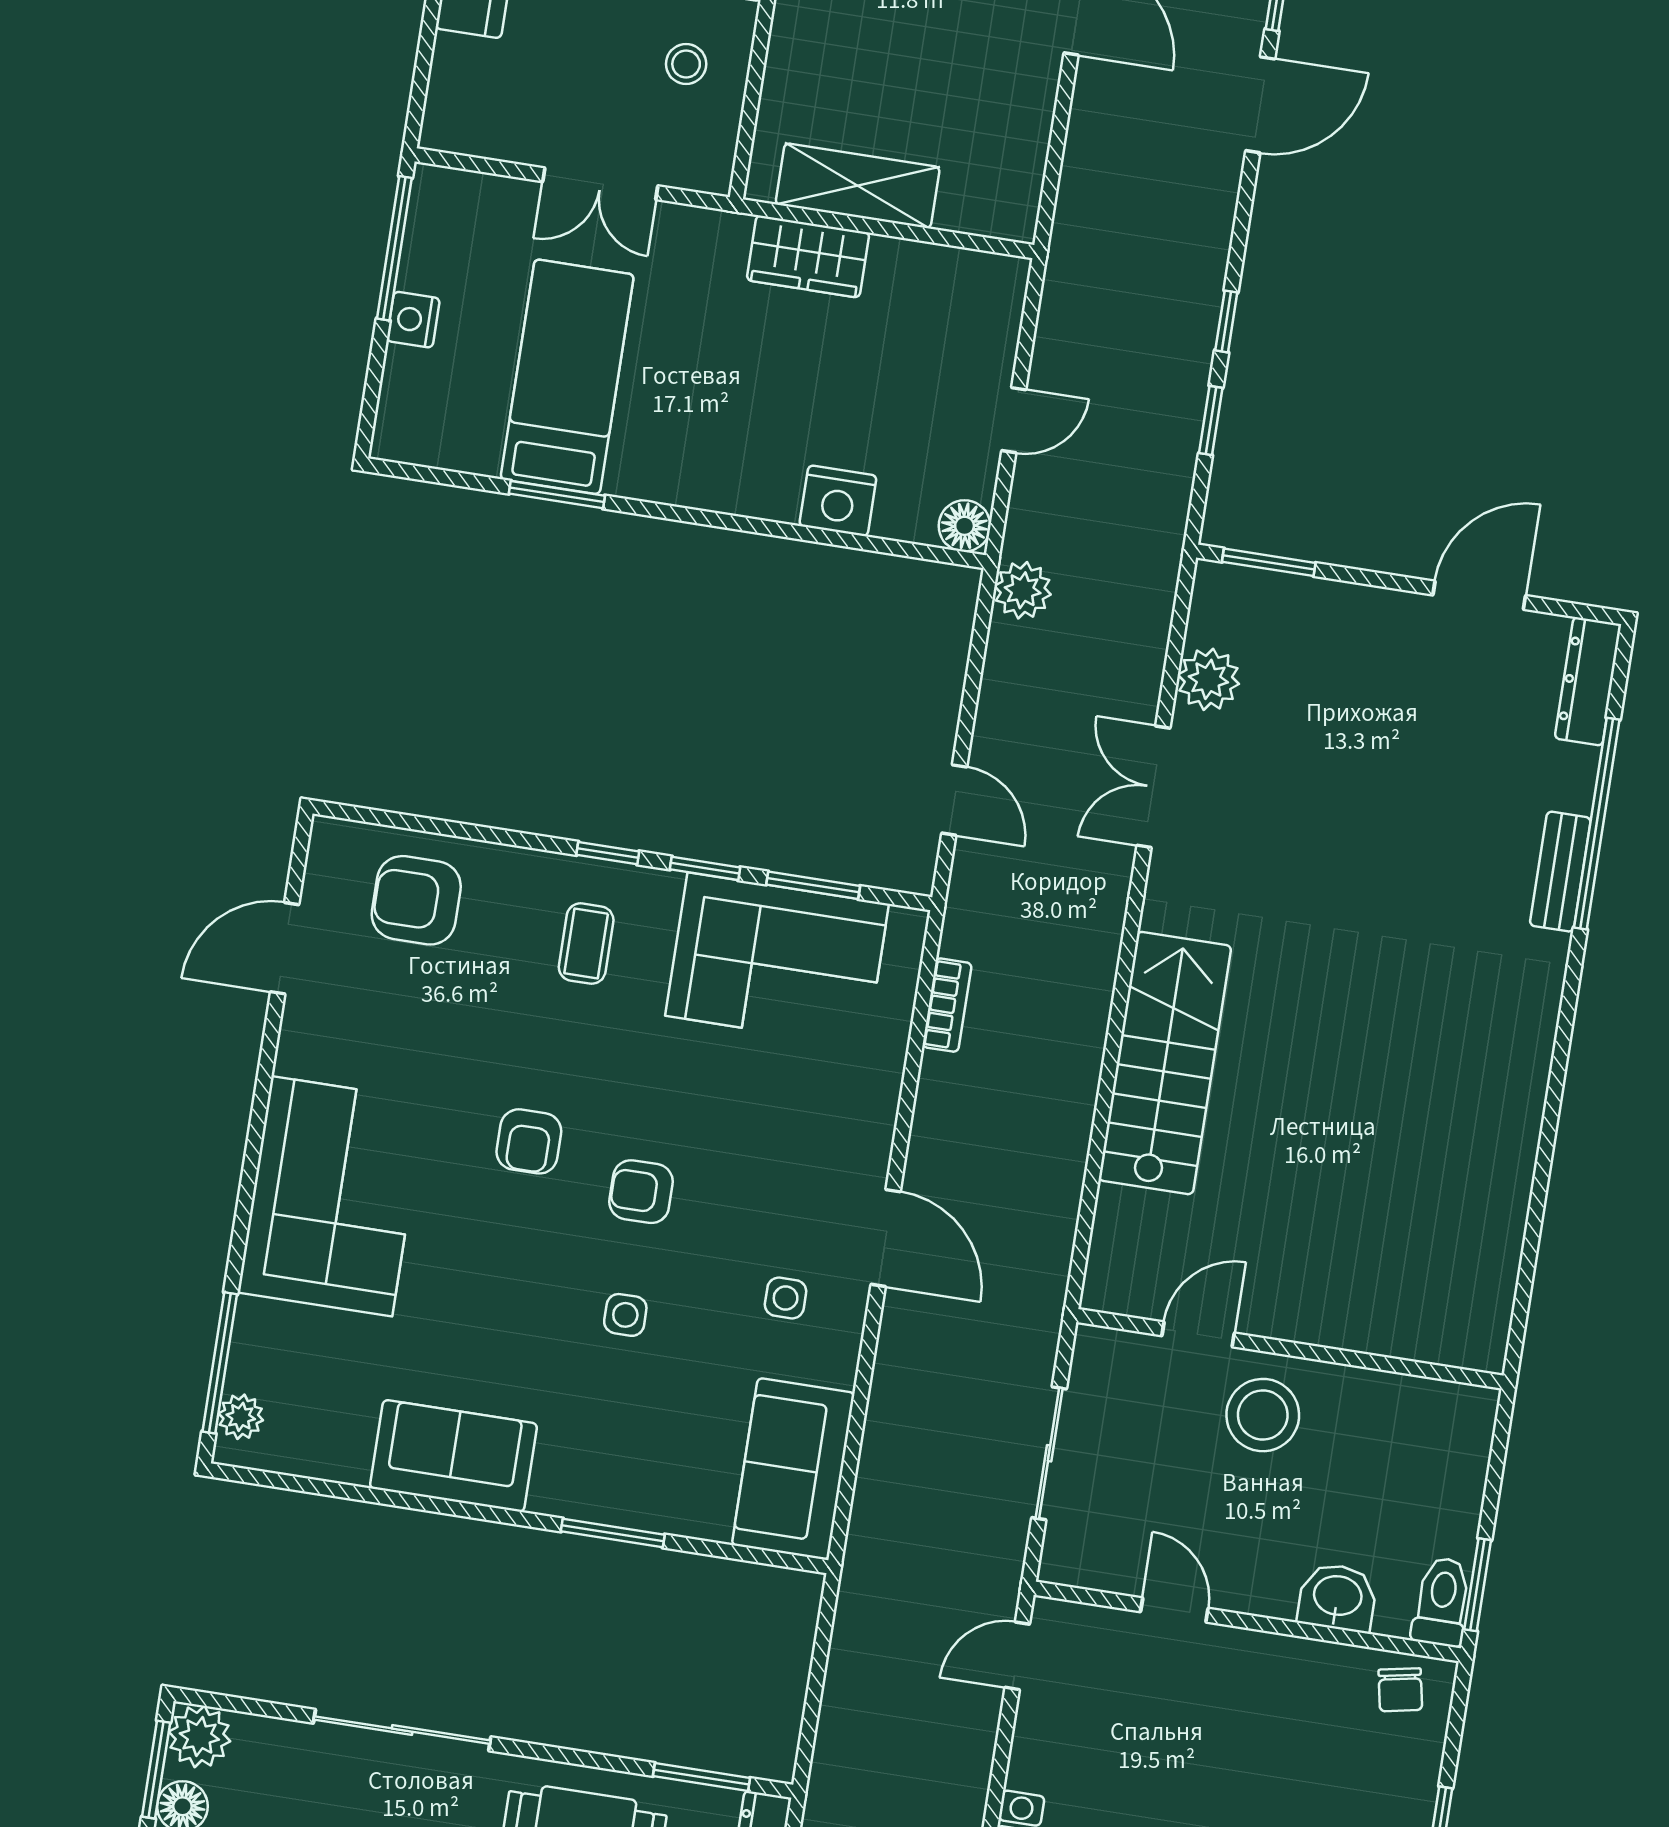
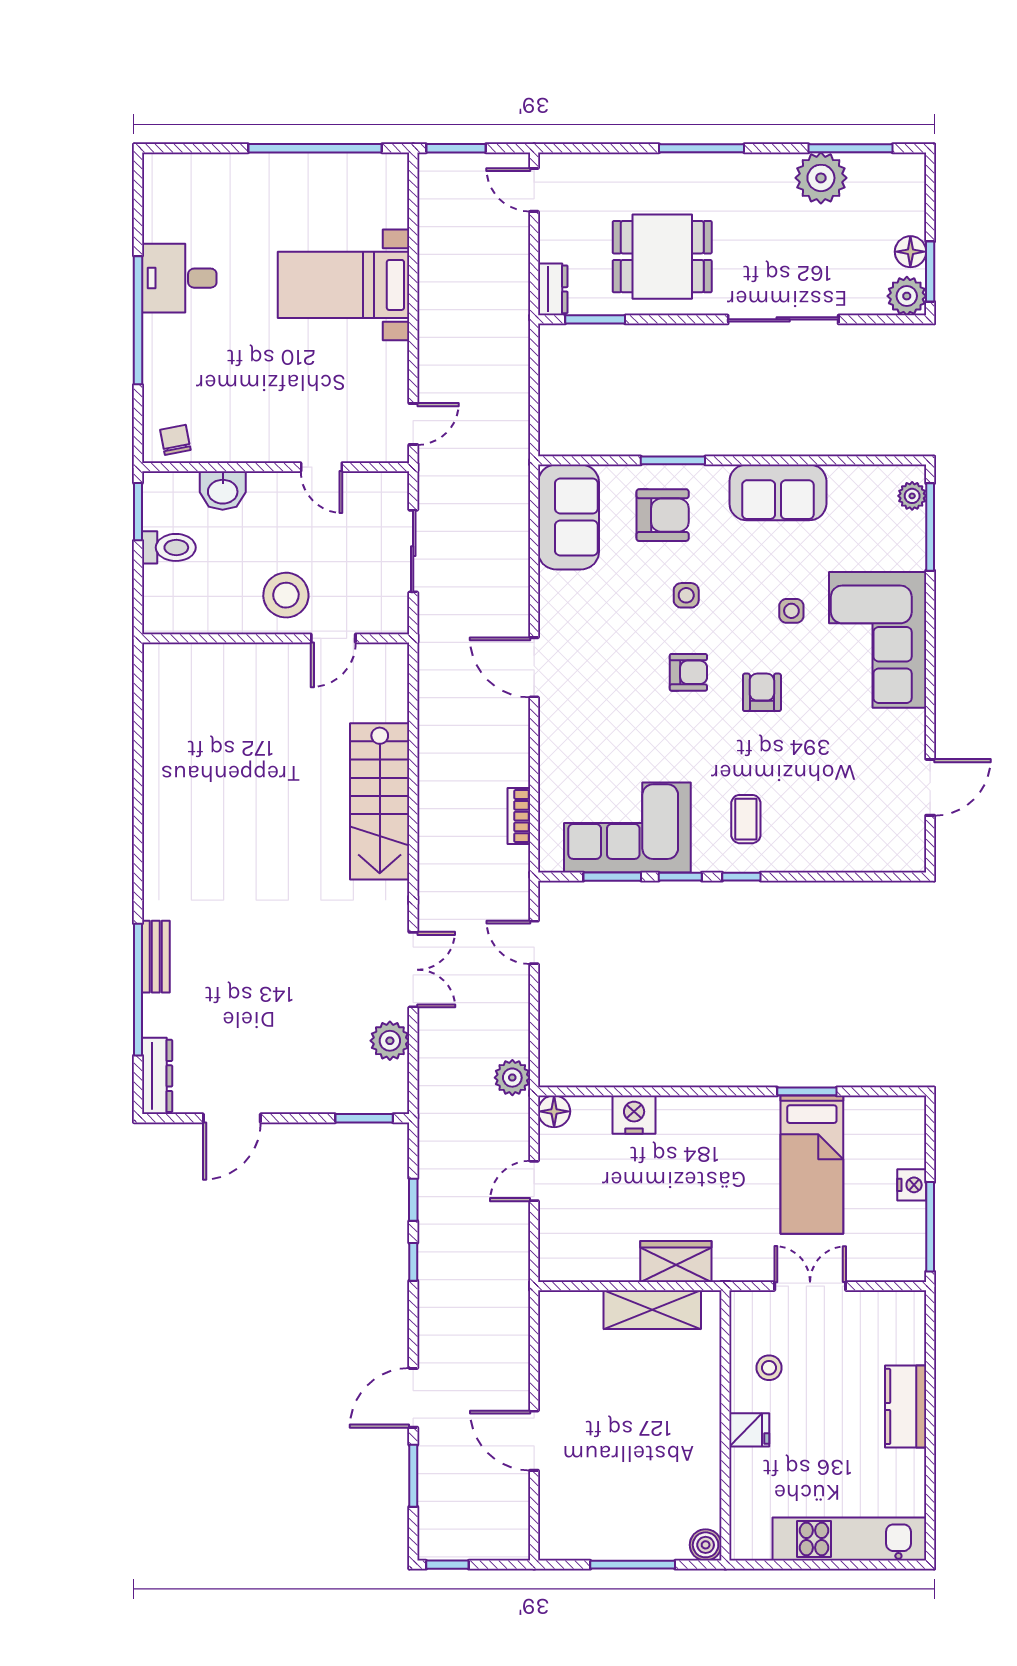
armchair: (416, 900) -> (663, 515), moved
side table: (786, 1298) -> (791, 611), moved
toilet: (1442, 1602) -> (169, 547), moved, turned -90

